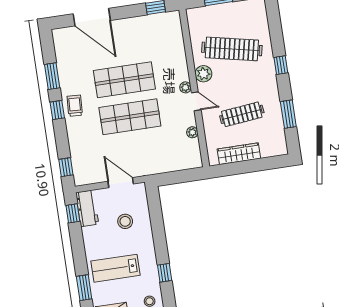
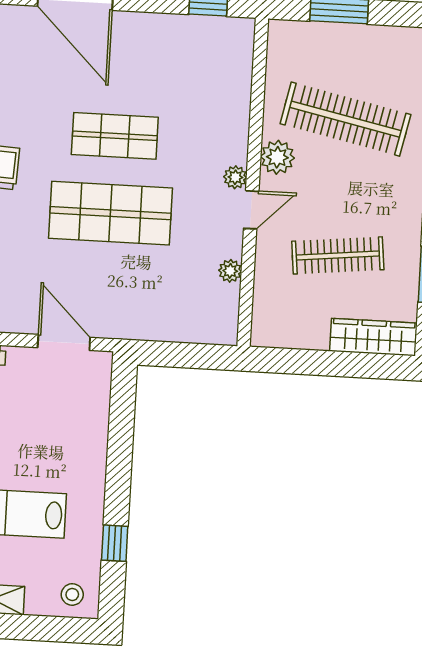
shop shelf: (124, 80) -> (115, 136), width x0.70, depth x0.74
door: (196, 101) -> (251, 210), hinge flipped
wardrobe: (239, 154) -> (373, 337), moved
stool: (125, 221) -> (57, 423), removed

